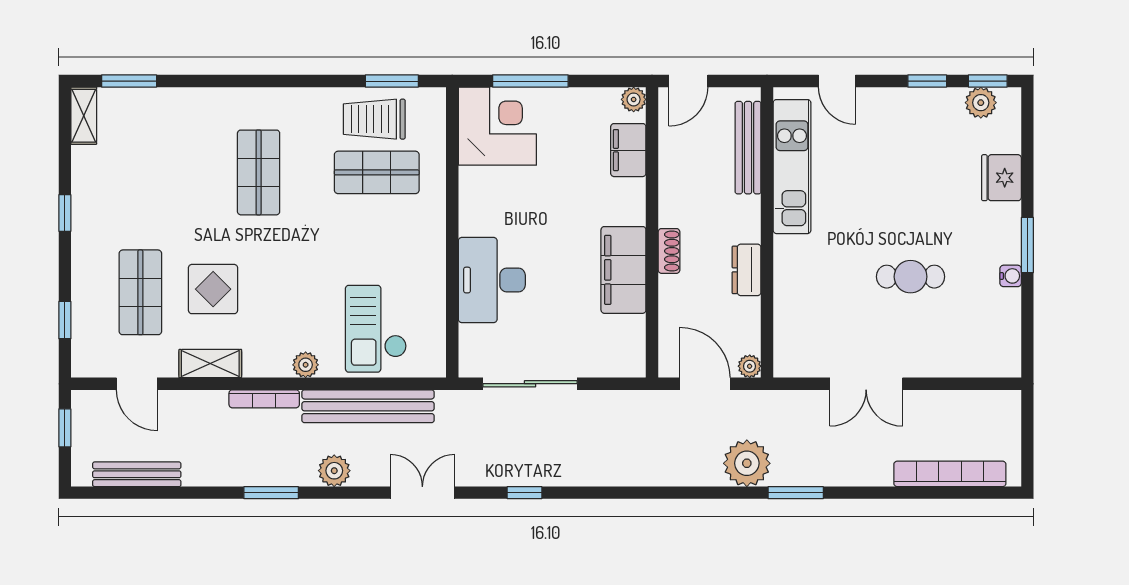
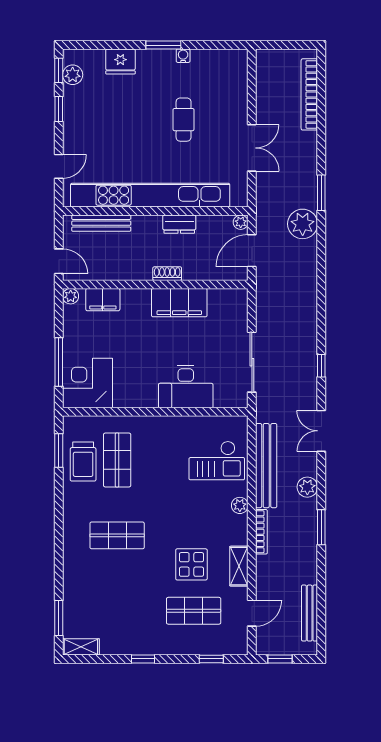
kitchen unit: (792, 167) -> (150, 195), width x1.86

